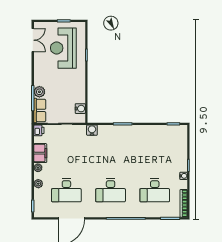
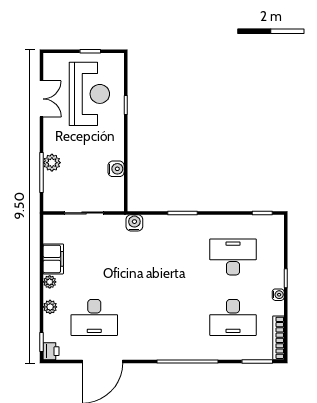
double door: (33, 40) -> (41, 99), moved
reception desk: (63, 48) -> (89, 94), turned 180
water cooler: (80, 109) -> (116, 169), moved
row of seats: (40, 110) -> (52, 192), removed
printer: (39, 130) -> (51, 351), moved
desk: (111, 190) -> (233, 257), moved, turned 180

